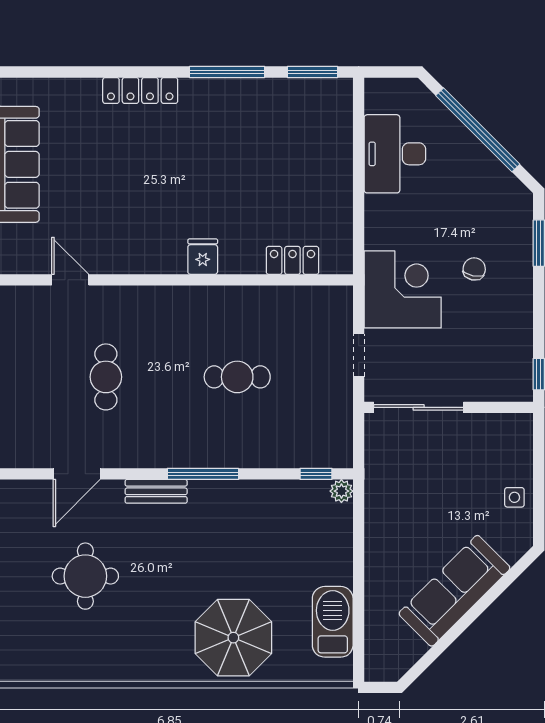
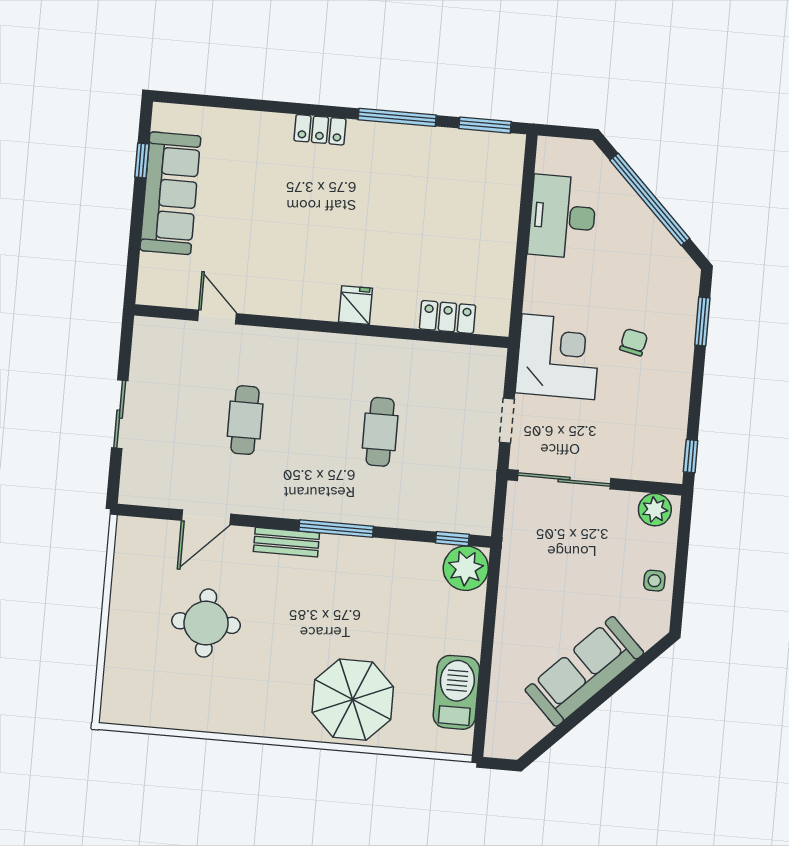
locker: (140, 90) -> (320, 130), width x0.66
cafe table: (237, 377) -> (380, 432), turned 90
plant: (509, 429) -> (655, 510), added
plant: (341, 491) -> (466, 568), width x1.88, depth x1.88

